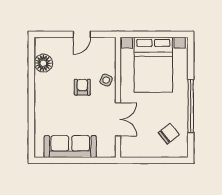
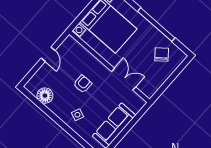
side table: (106, 80) -> (77, 115), moved
armchair: (82, 87) -> (83, 84), turned 90

